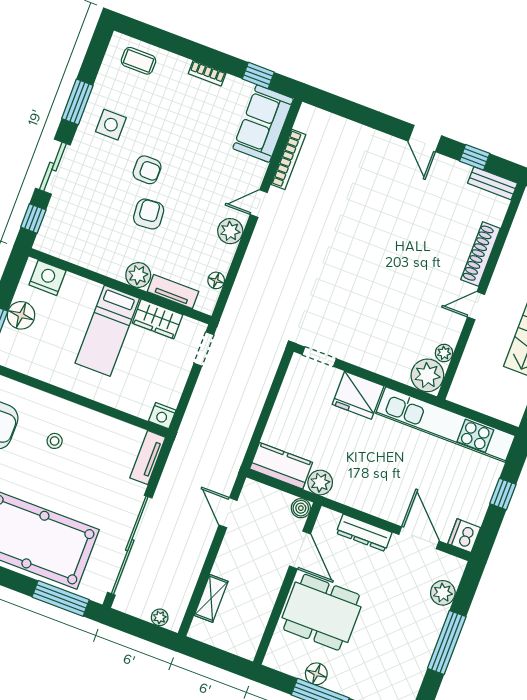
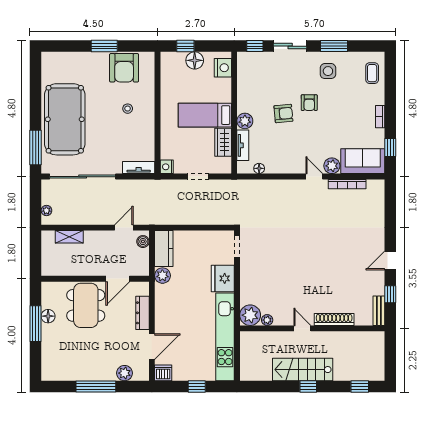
plant: (230, 231) -> (332, 166), moved
doorway: (204, 349) -> (198, 177), moved
boiler: (301, 508) -> (143, 242), moved

